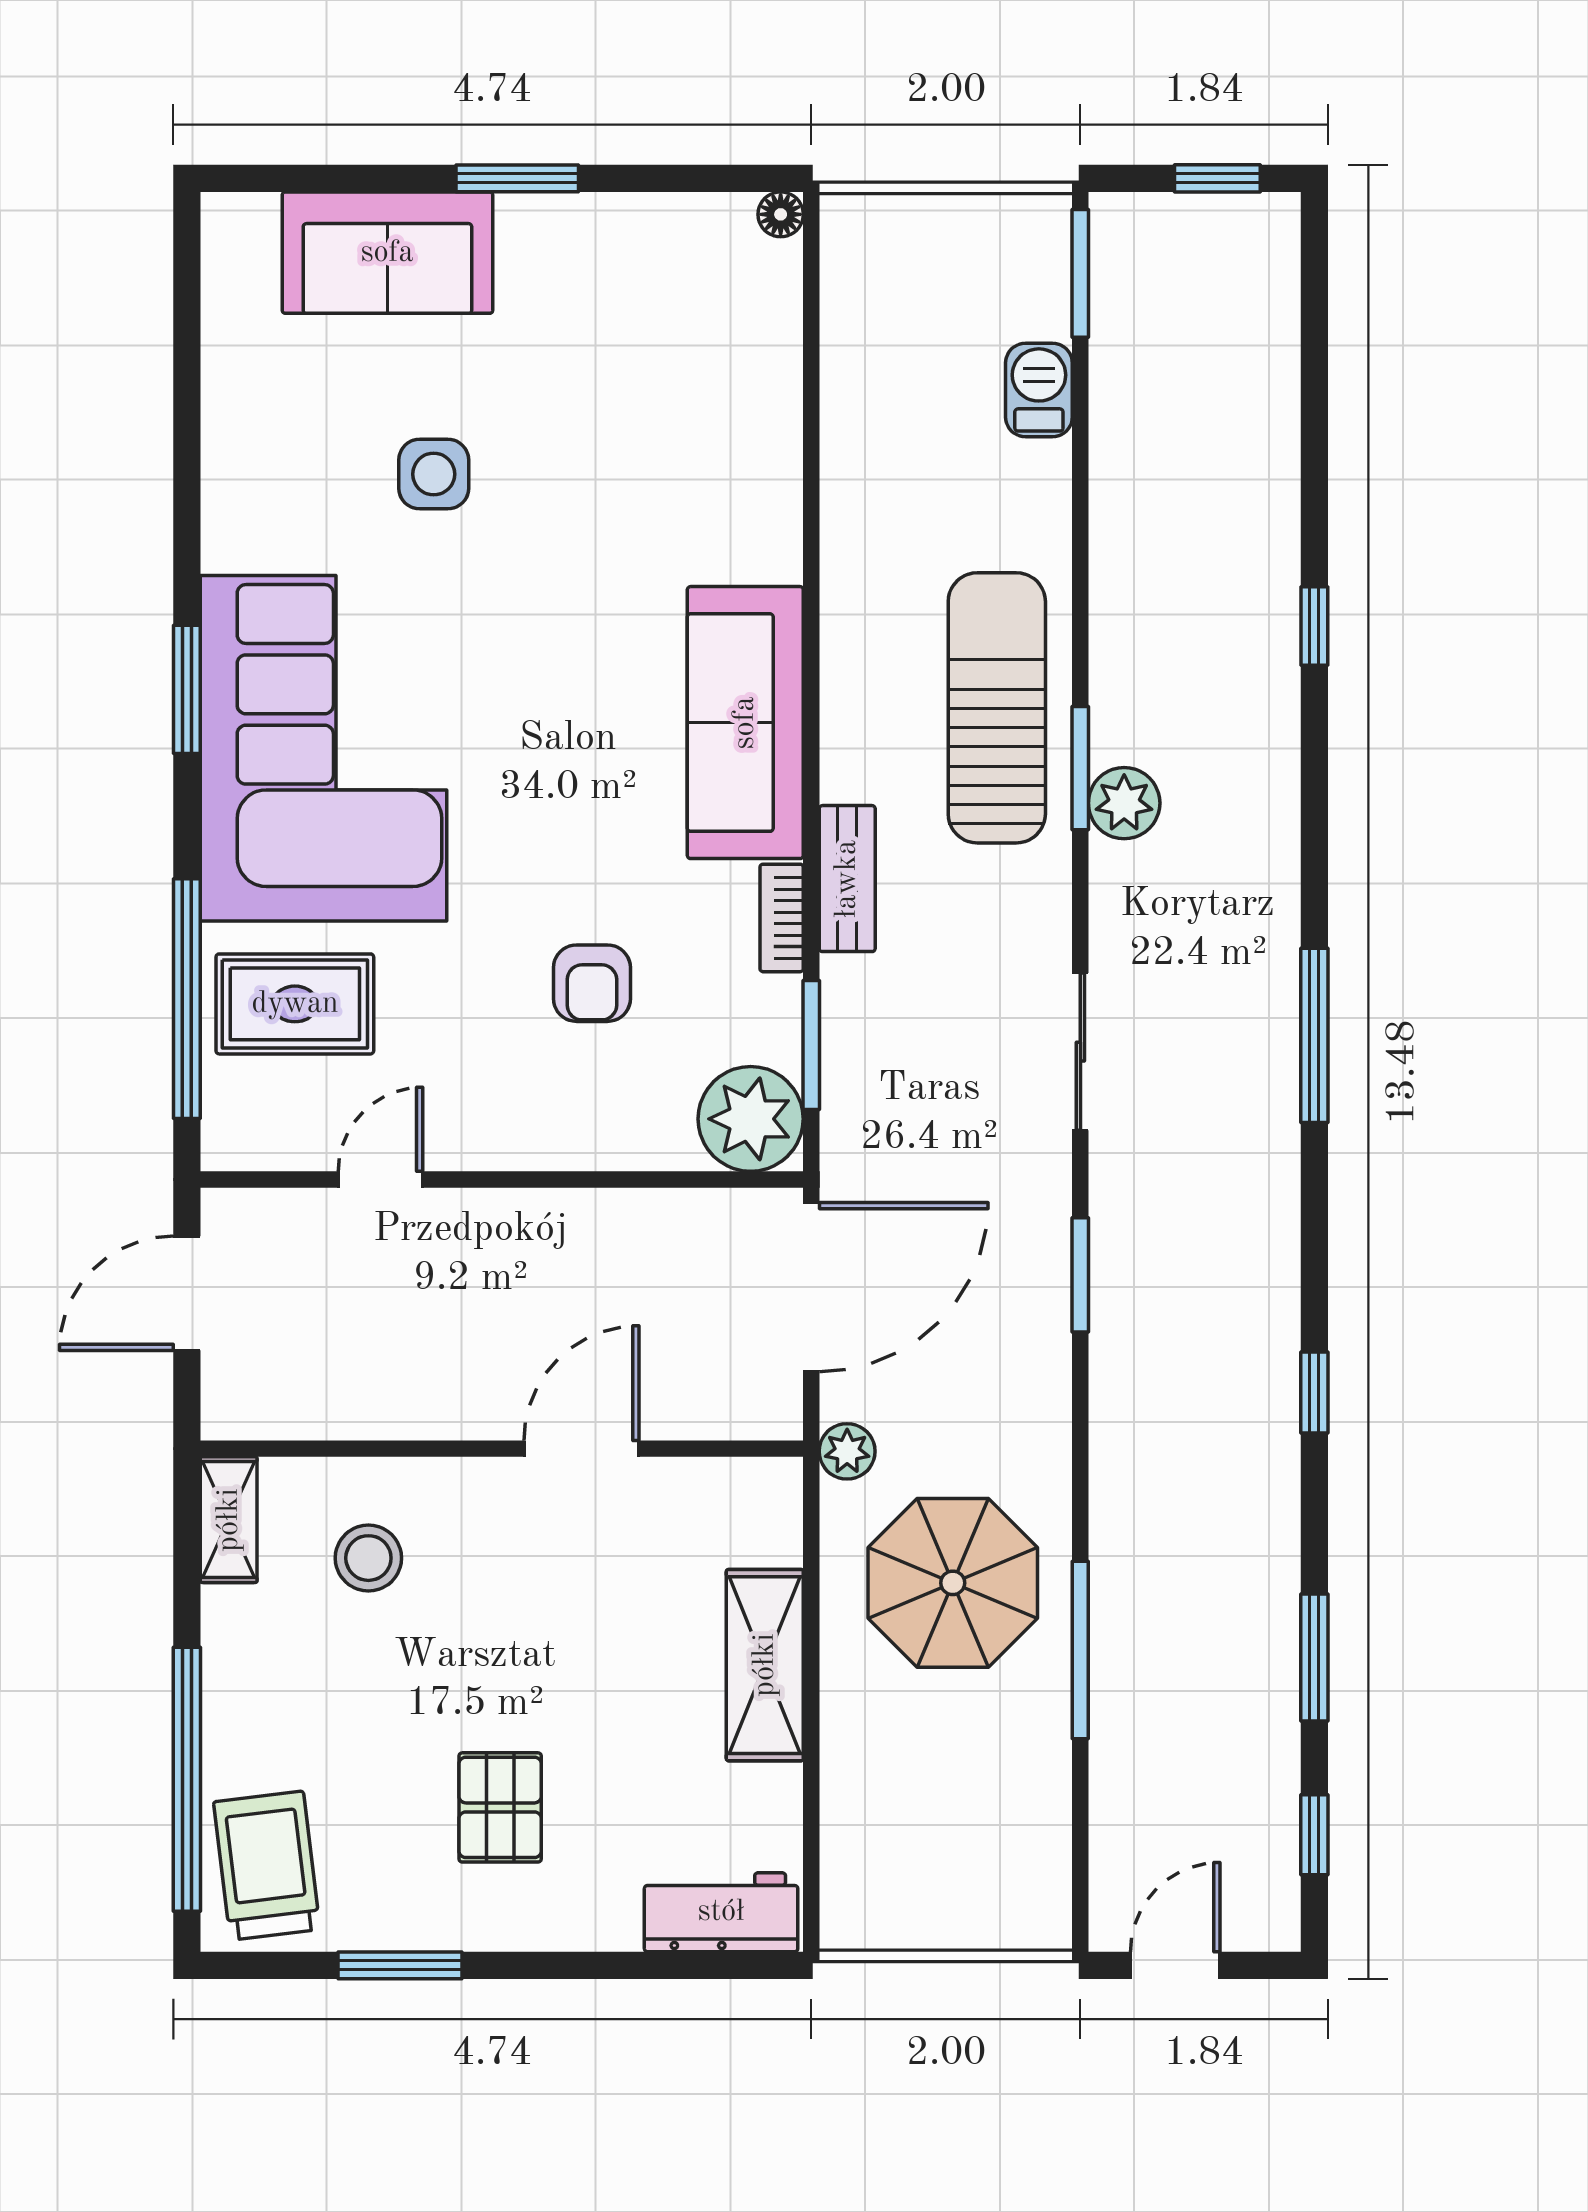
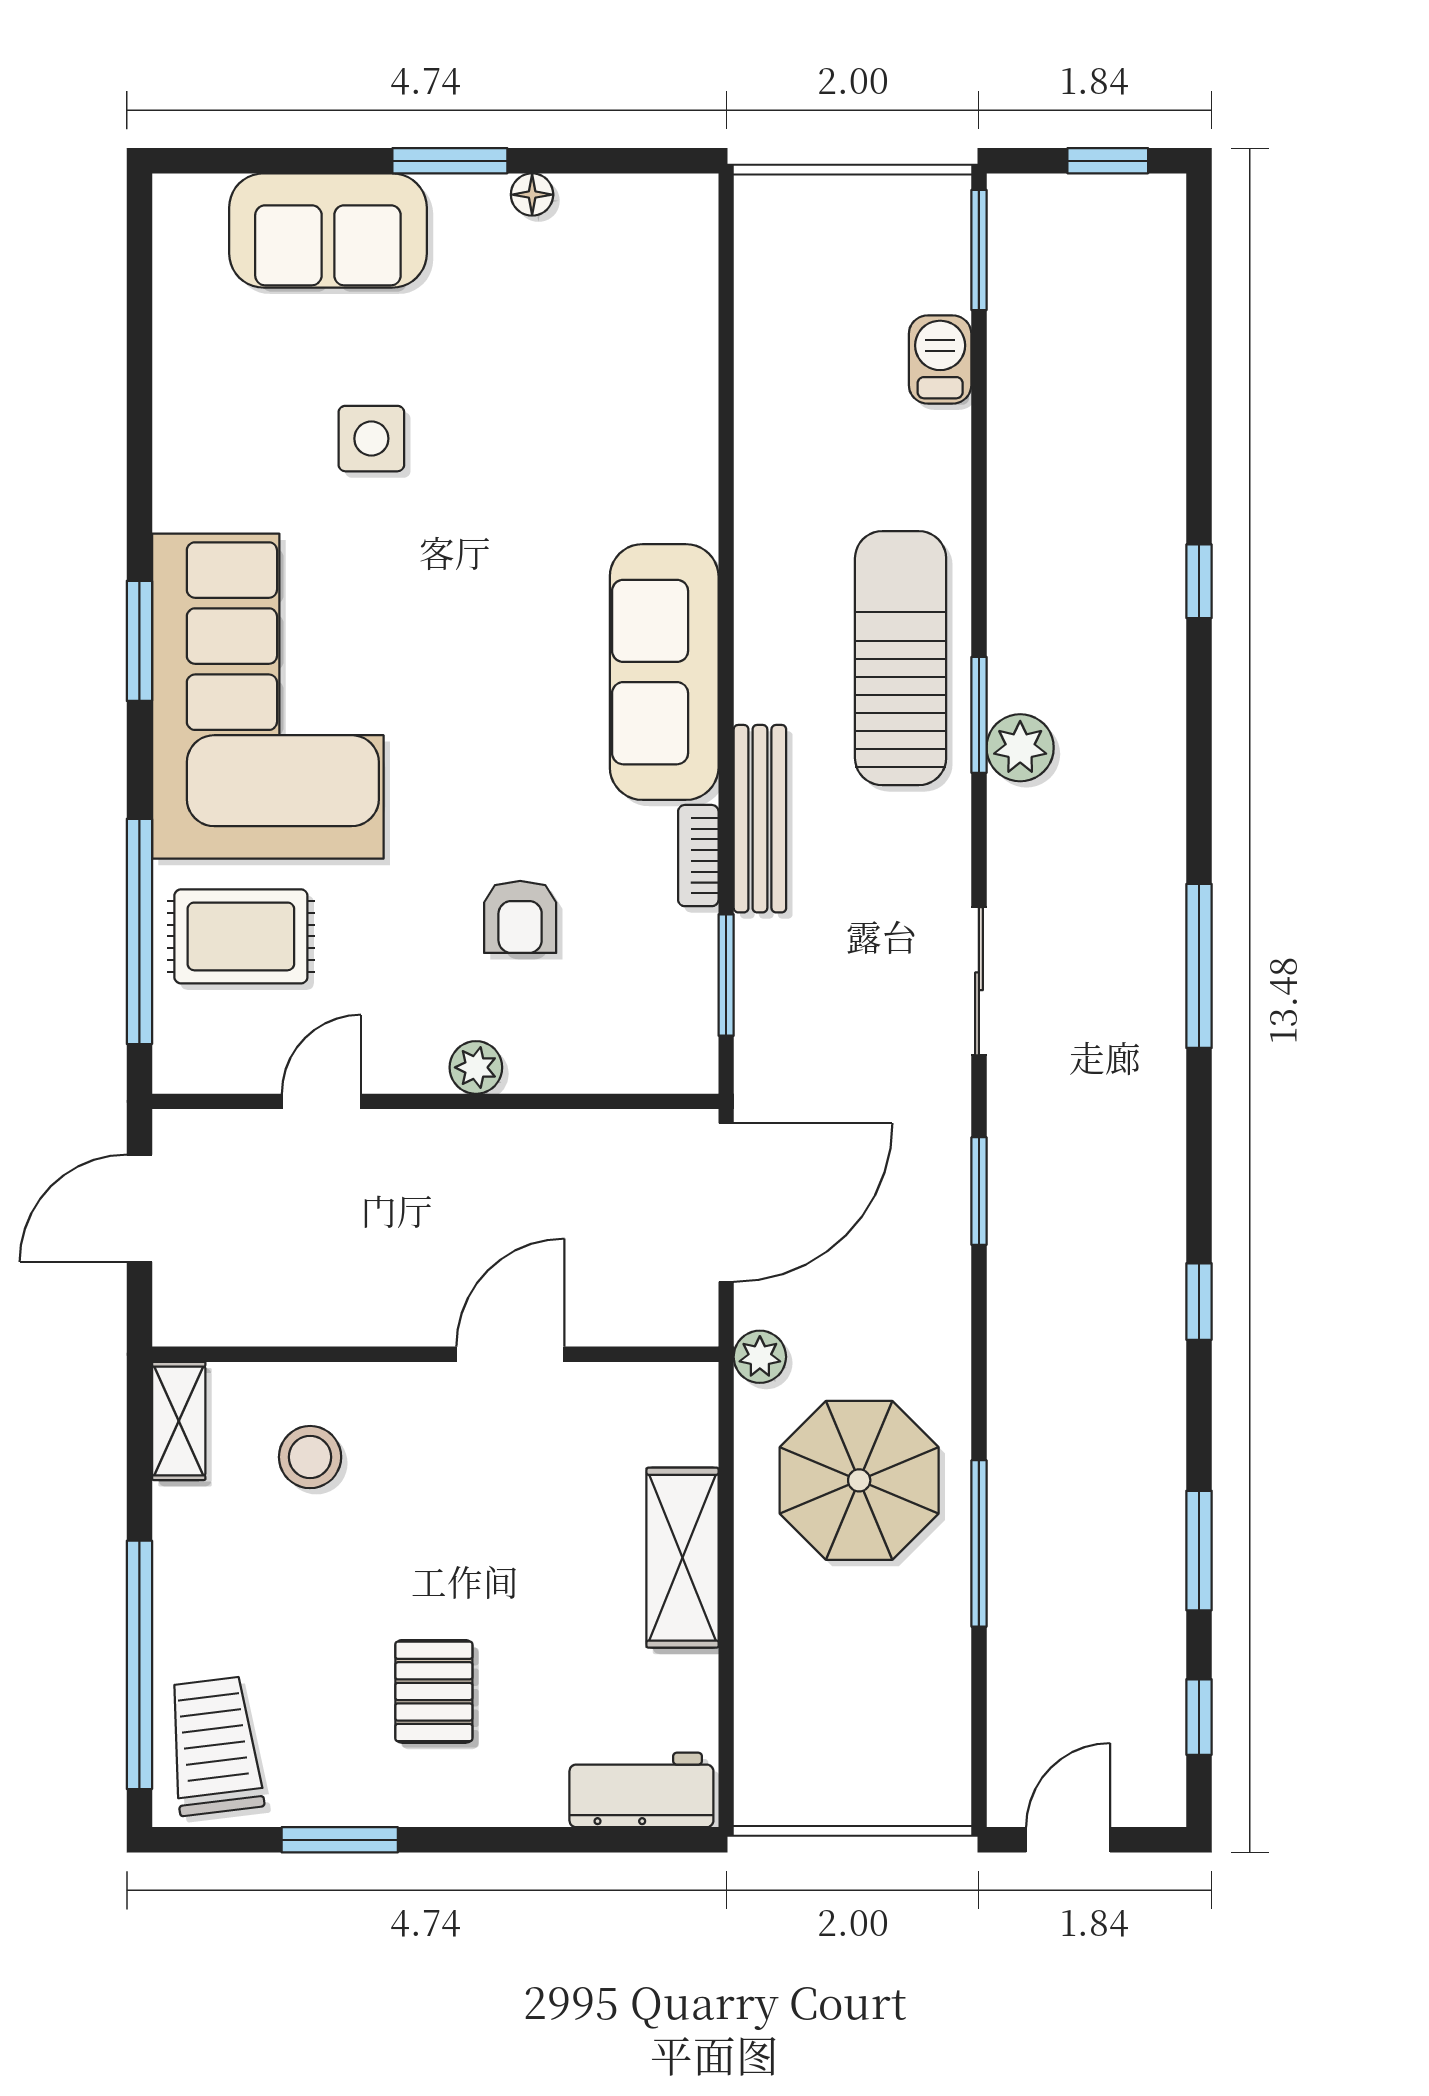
floor lamp: (781, 214) -> (532, 195), moved
bench: (847, 879) -> (760, 819), width x1.36
plant: (751, 1119) -> (476, 1067), moved, width x0.53, depth x0.53

